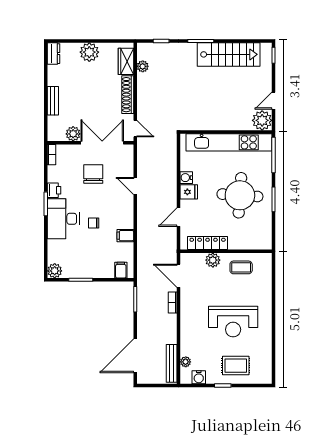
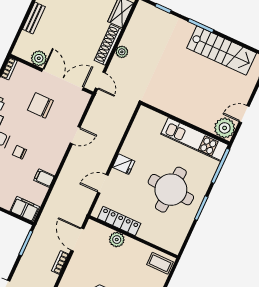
plant: (143, 66) -> (122, 52), moved
kitchen unit: (229, 142) -> (194, 139), width x0.73
chair: (93, 174) -> (40, 105), turned -90
water cooler: (186, 178) -> (127, 149), removed
door: (135, 186) -> (75, 135), swing flipped
coffee table: (241, 267) -> (160, 263), moved
filing cabinet: (121, 270) -> (25, 209), width x2.00

